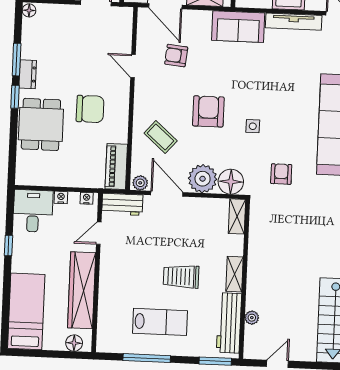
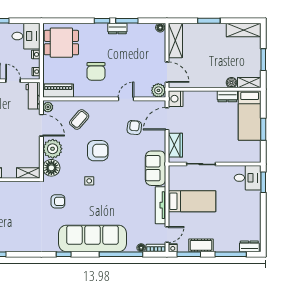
plant: (122, 17) -> (158, 90), added
dining table: (41, 124) -> (61, 43), moved
door: (167, 194) -> (41, 125), hinge flipped

